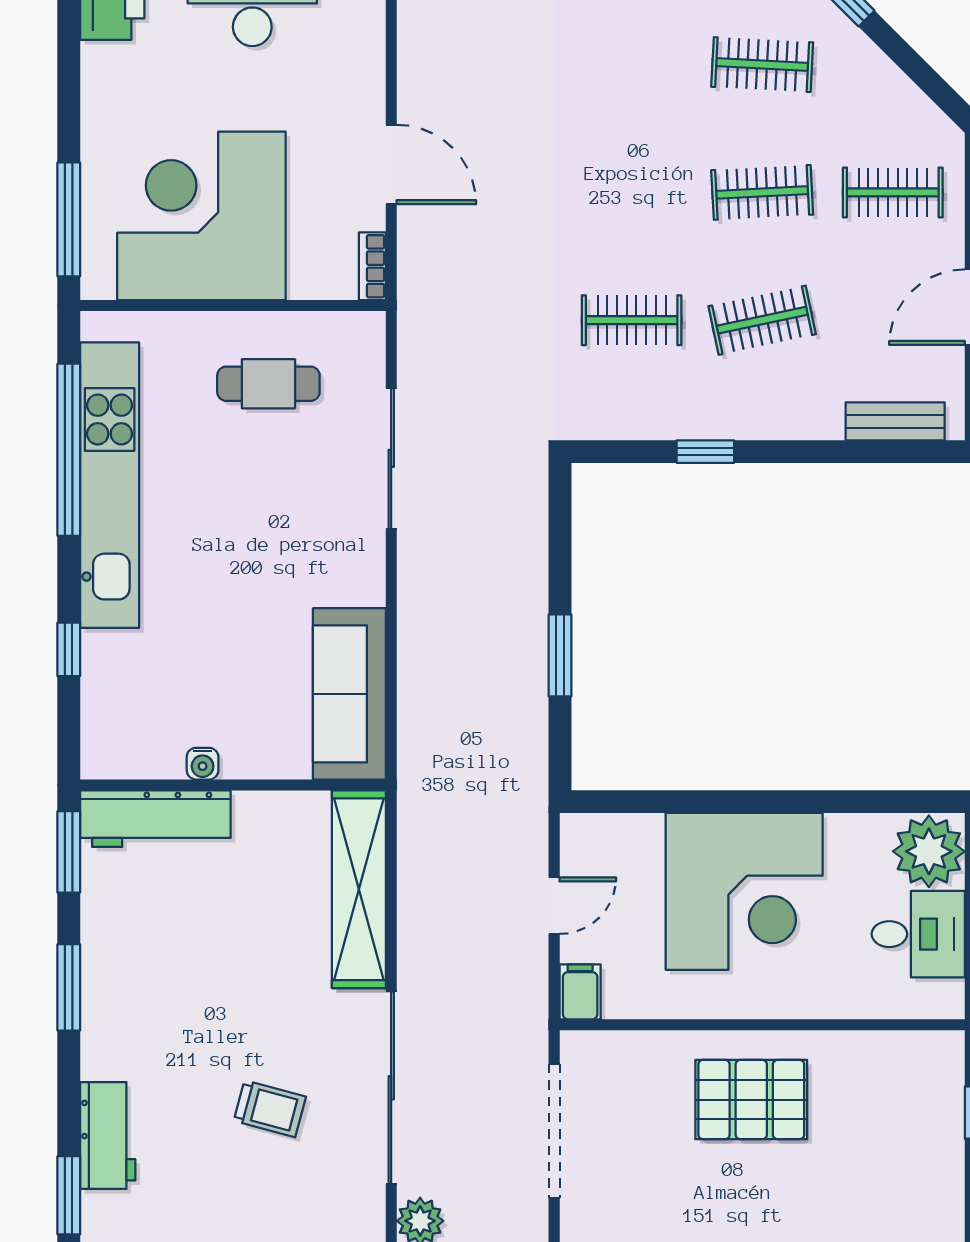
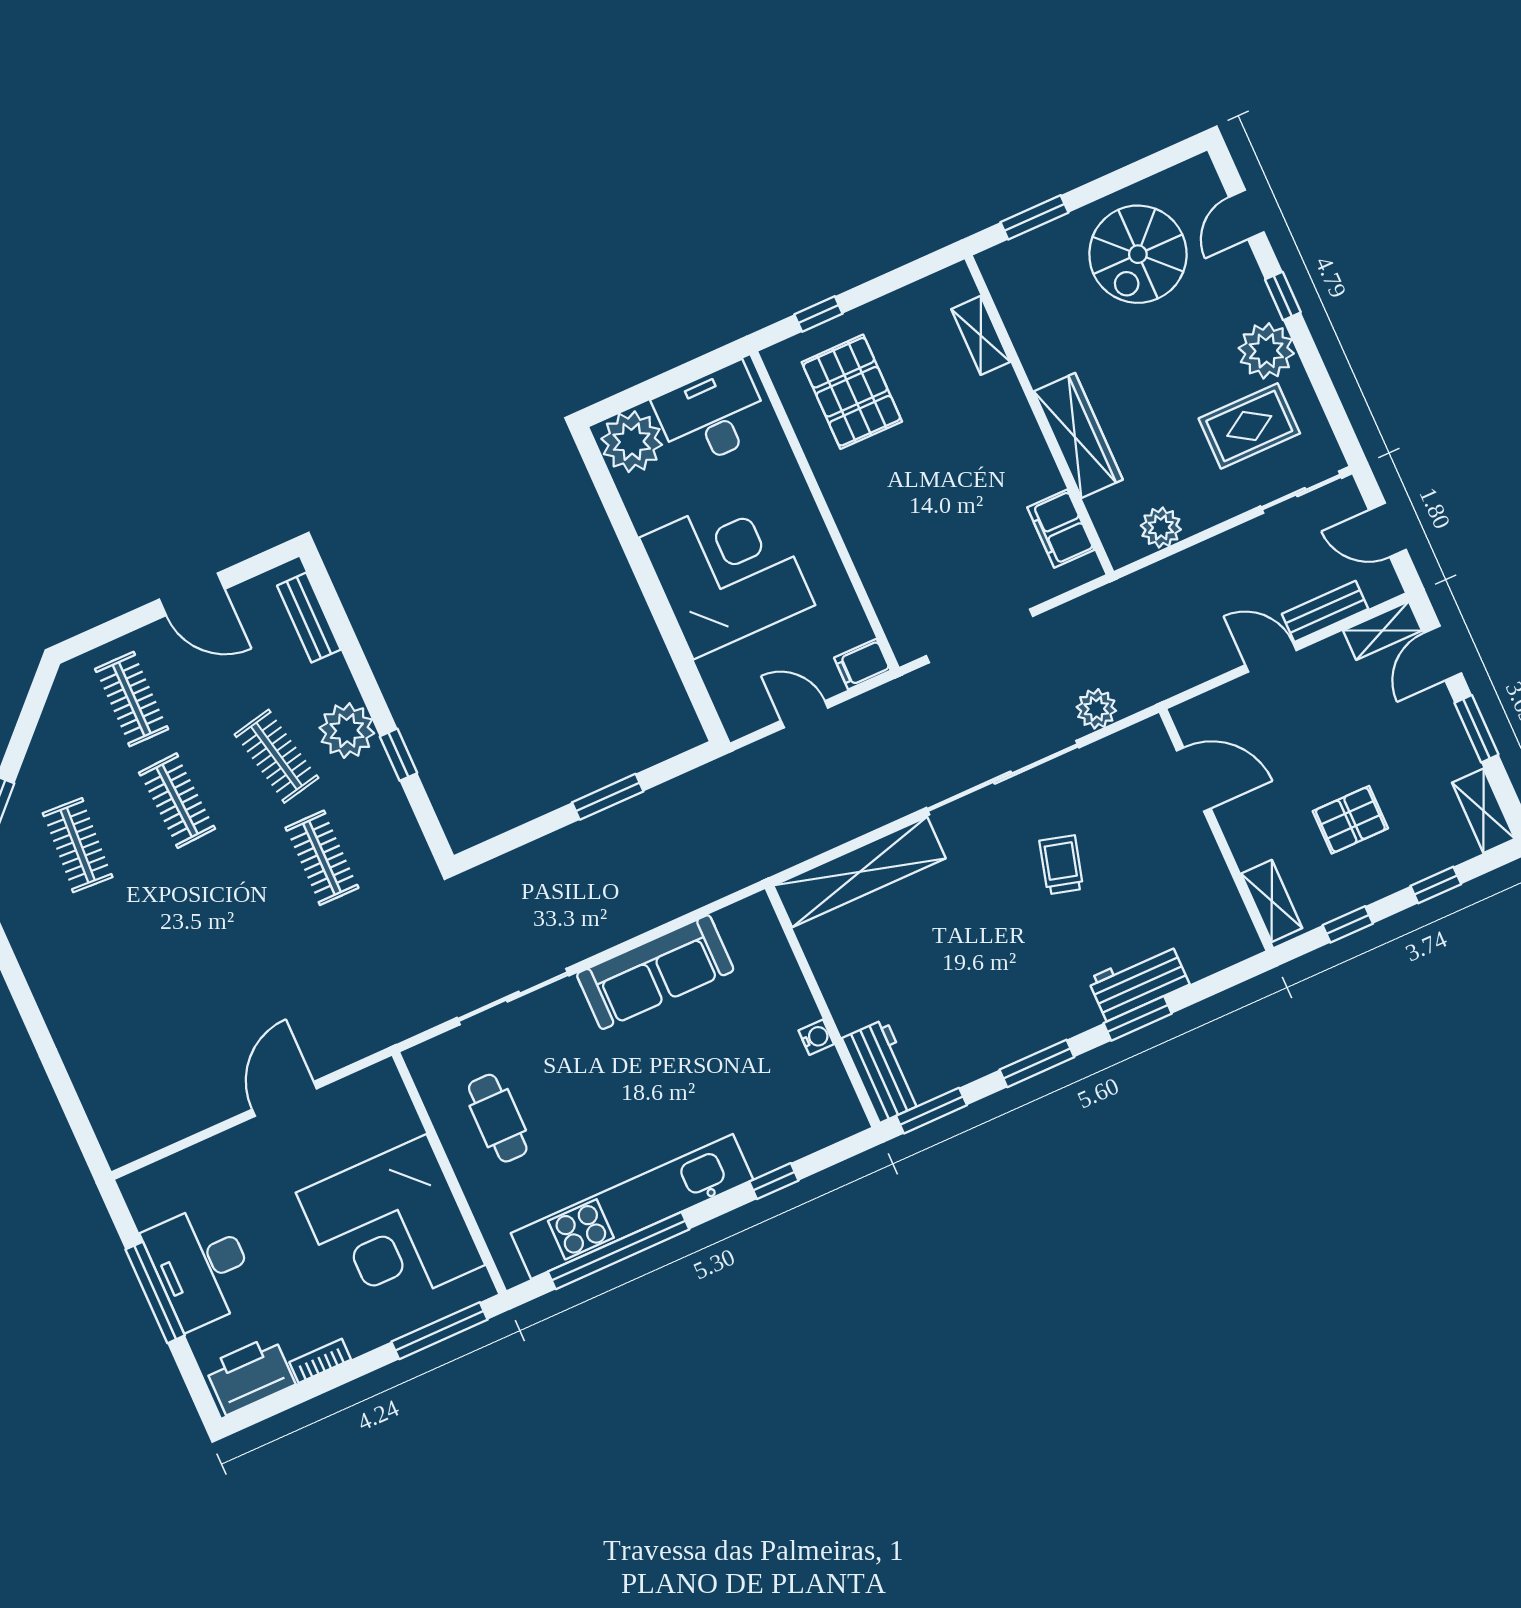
bookcase: (372, 266) -> (320, 1361), moved, turned 180
plant: (756, 408) -> (347, 731), added
sofa: (349, 694) -> (655, 972), moved
workbench: (155, 819) -> (883, 1071), width x0.73
desk: (918, 934) -> (712, 416), width x1.37
pallet: (751, 1100) -> (852, 392), moved
window: (69, 1195) -> (1138, 1018), moved

